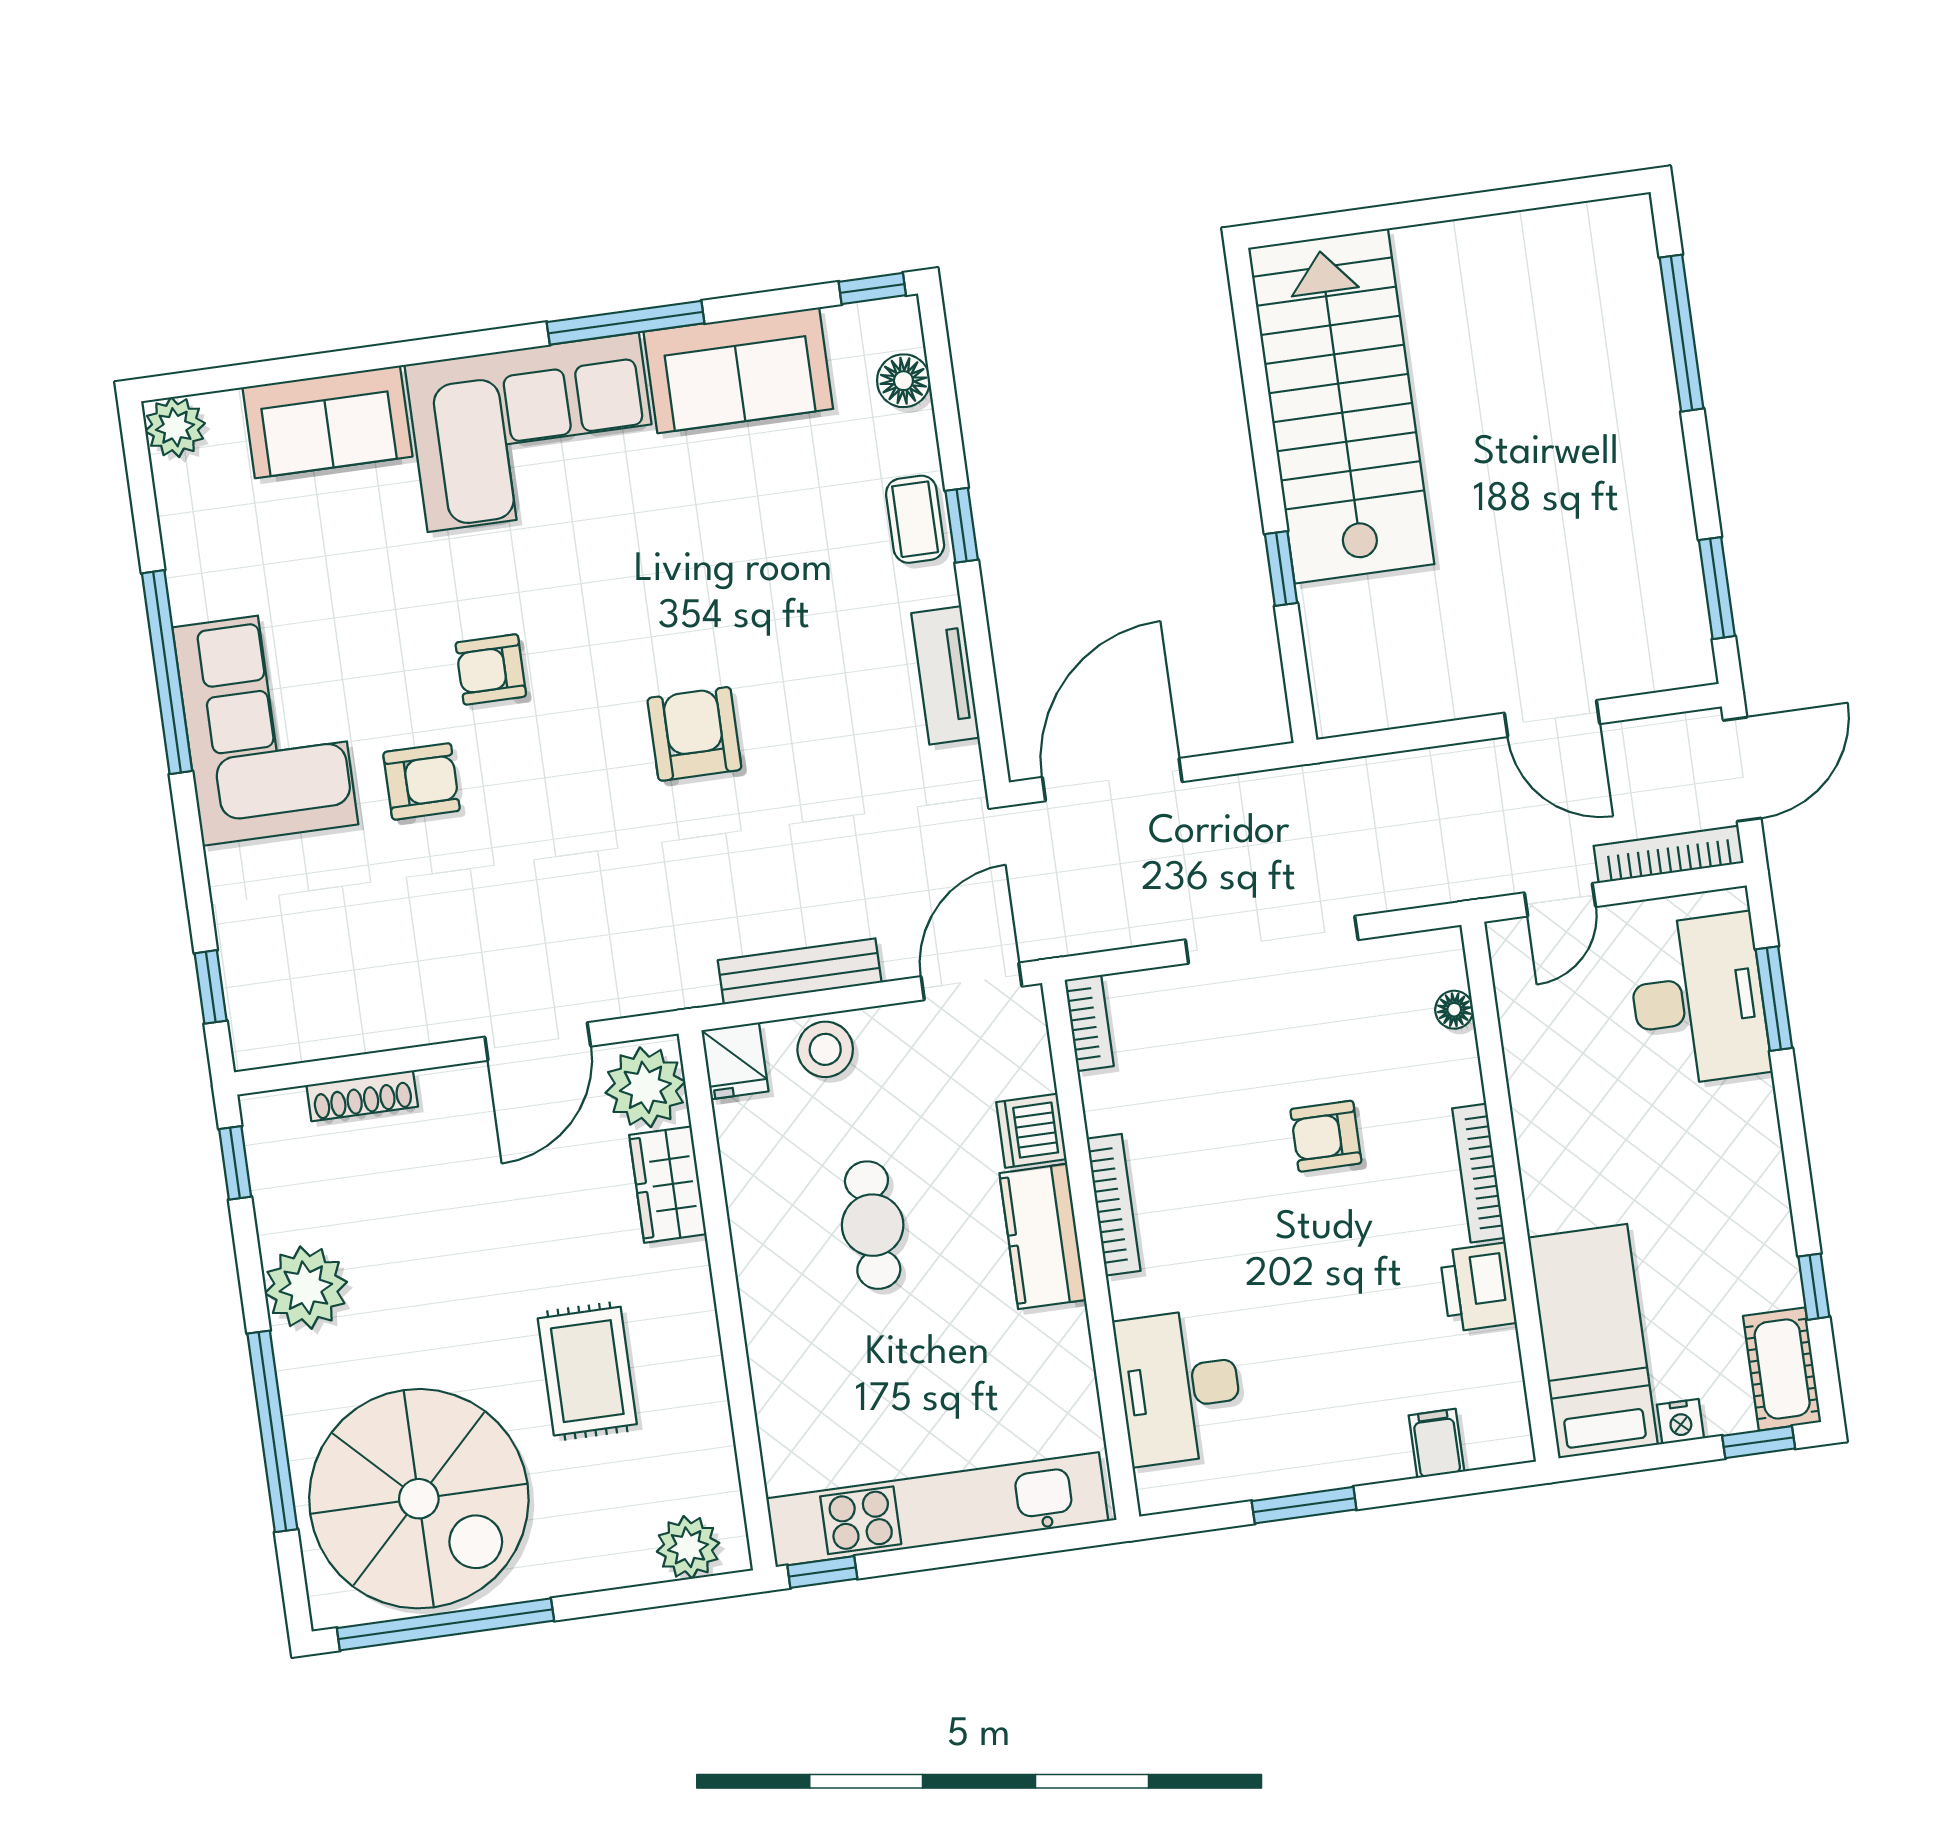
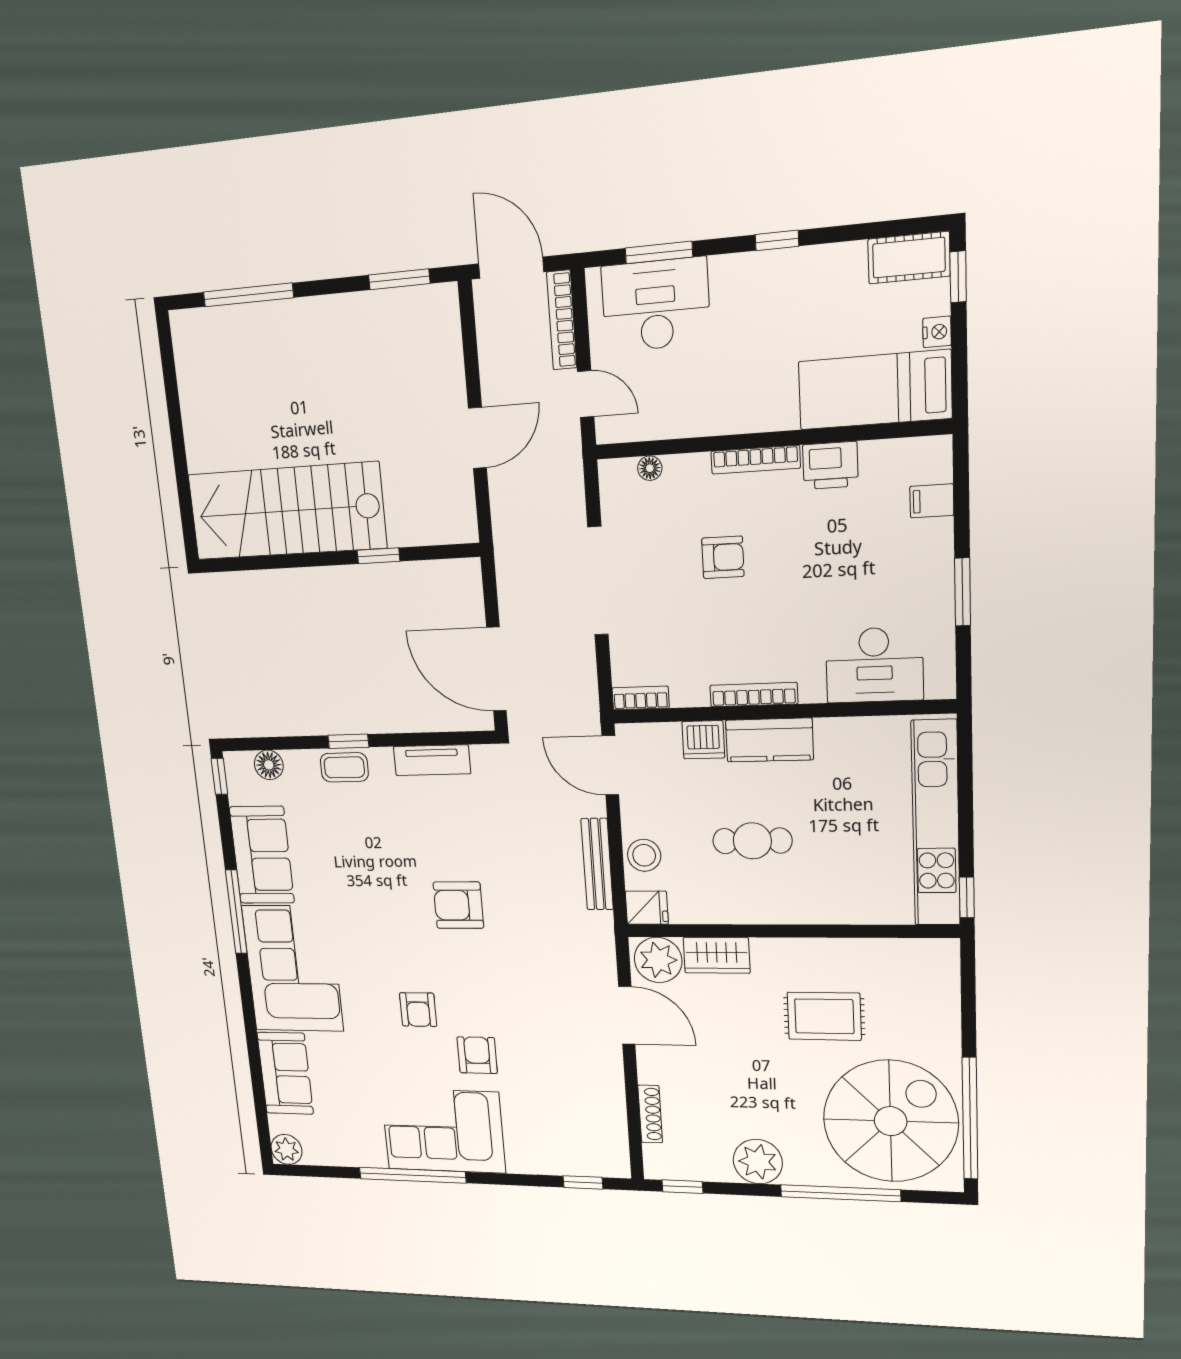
door: (1552, 718) -> (477, 438), moved
armchair: (1326, 1136) -> (723, 557), turned -90
window: (1814, 1287) -> (777, 240), moved
plant: (688, 1547) -> (940, 974), removed

